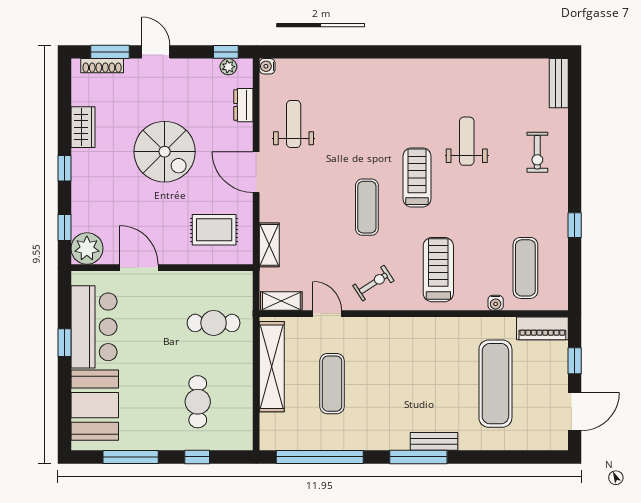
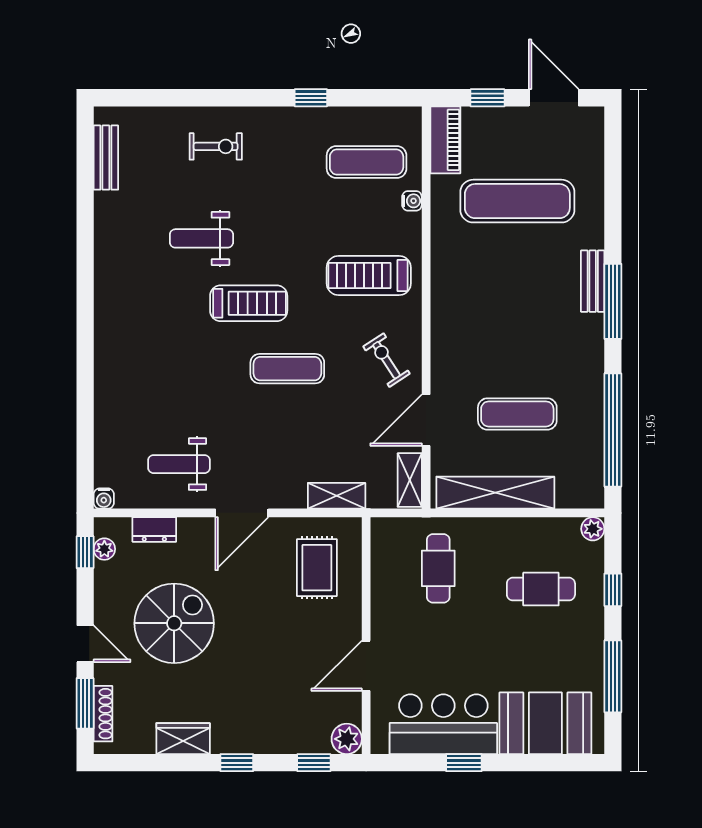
door: (156, 52) -> (85, 644), swing flipped
bench: (559, 83) -> (106, 158), moved, turned 90
spiral stairs: (165, 152) -> (174, 623), moved
treadmill: (417, 177) -> (249, 303), turned 180
plant: (87, 248) -> (347, 739), width x0.73, depth x0.73
door: (327, 314) -> (426, 420), width x1.38
plant: (244, 442) -> (593, 529), added

